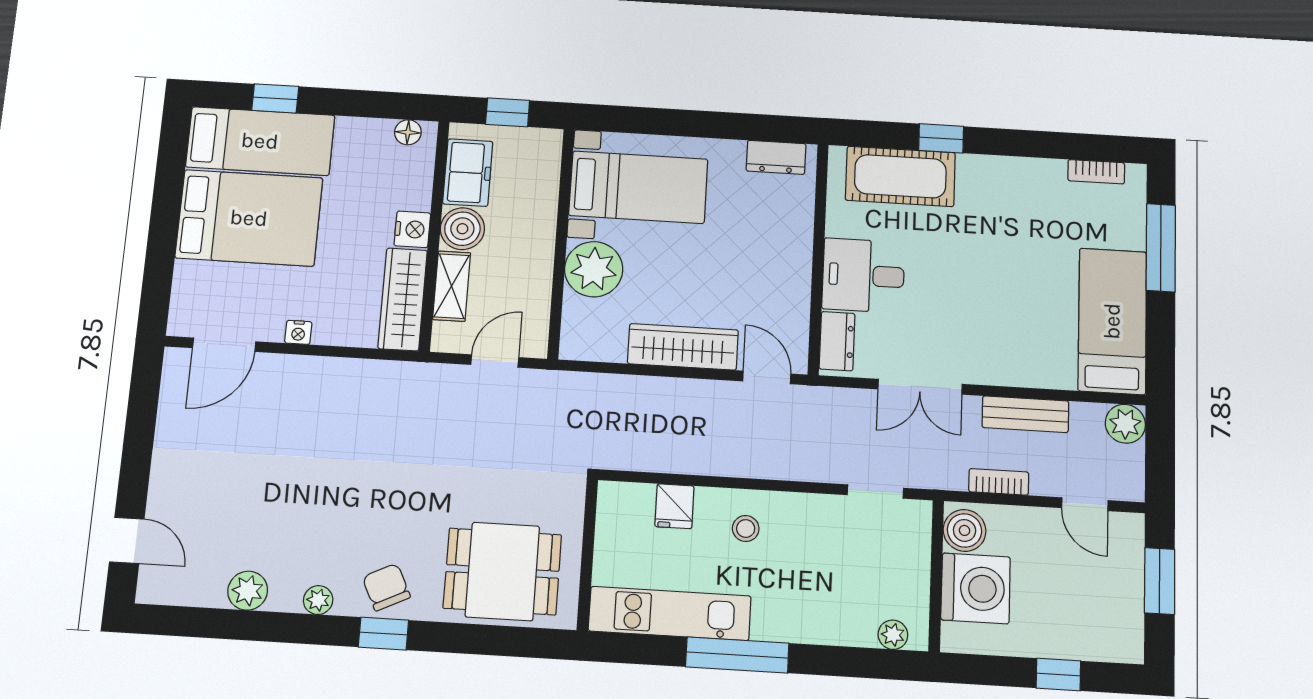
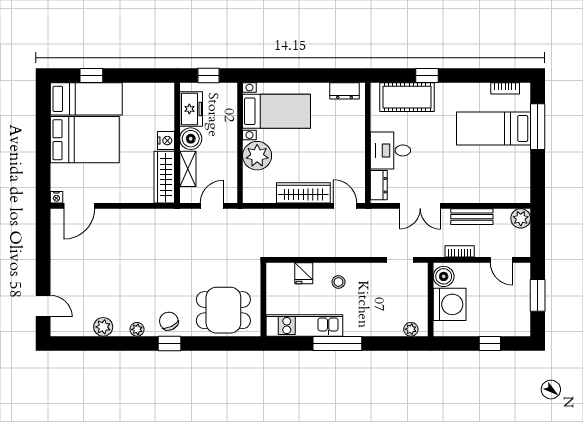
floor lamp: (408, 132) -> (159, 89), removed
bed: (1112, 321) -> (494, 128), moved, turned -90
nightstand: (298, 332) -> (56, 197), moved

